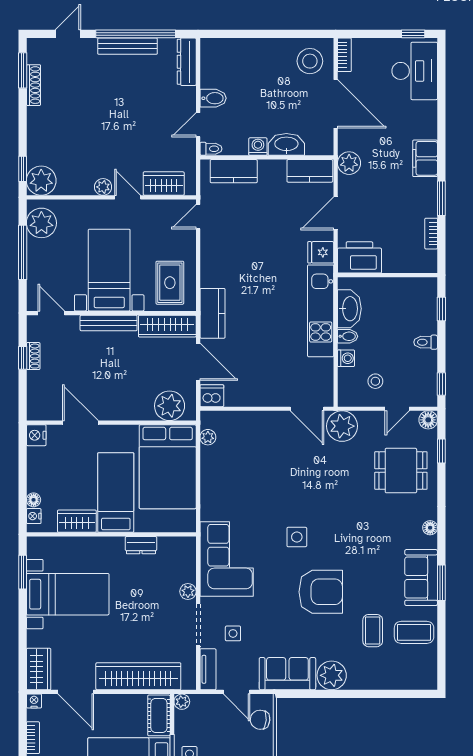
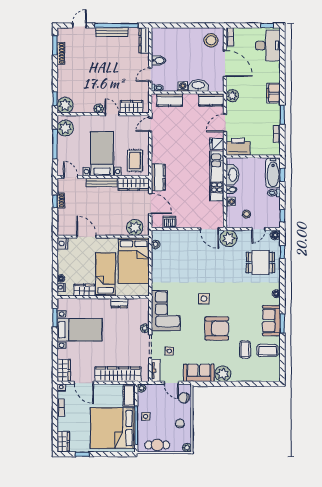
bathtub: (424, 305) -> (273, 173), added
dishwasher: (212, 396) -> (170, 222), moved

